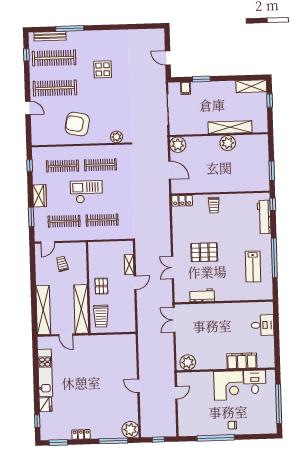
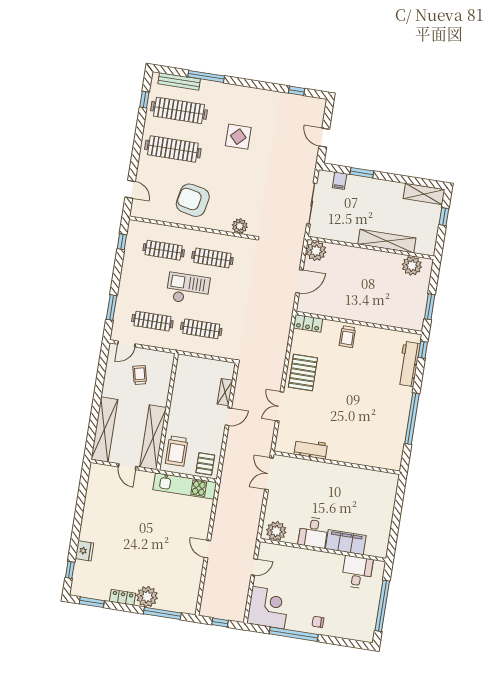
window: (140, 26) -> (297, 91), added
door: (28, 108) -> (130, 189), moved
plant: (228, 143) -> (412, 266), moved
door: (170, 170) -> (299, 281), hinge flipped
wardrobe: (40, 196) -> (127, 283), removed
pallet: (204, 252) -> (303, 373), moved, turned 90
lab bench: (253, 267) -> (383, 424), removed
pallet: (101, 286) -> (205, 464), moved
desk: (263, 325) -> (313, 532), moved, turned 90
kitchen unit: (45, 373) -> (185, 486), moved, turned 90
corner desk: (229, 385) -> (268, 608), moved, turned -90
plant: (130, 430) -> (147, 597), moved

